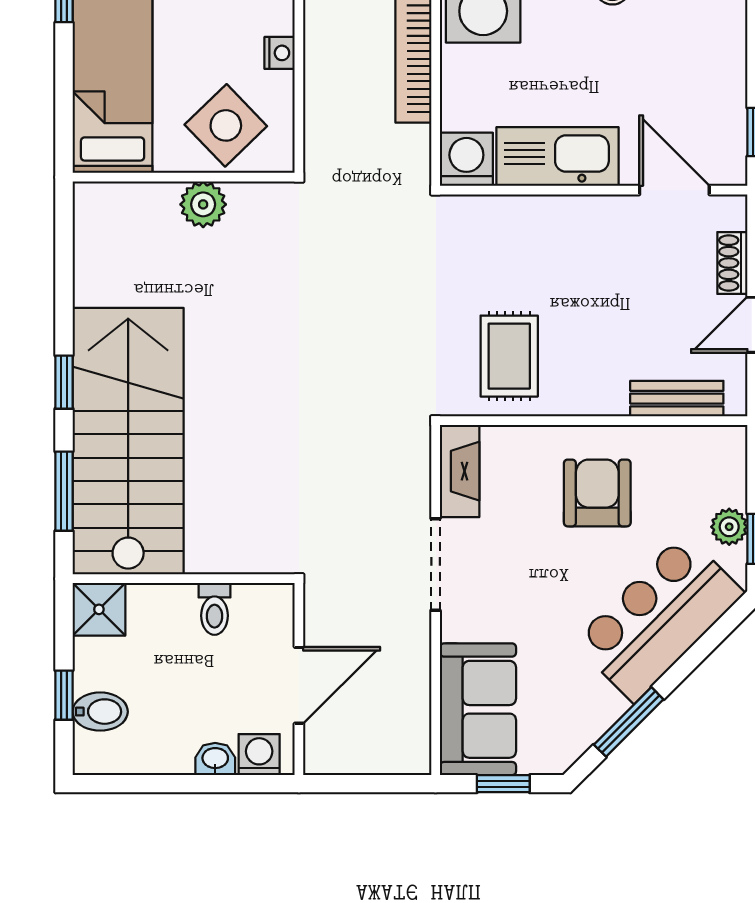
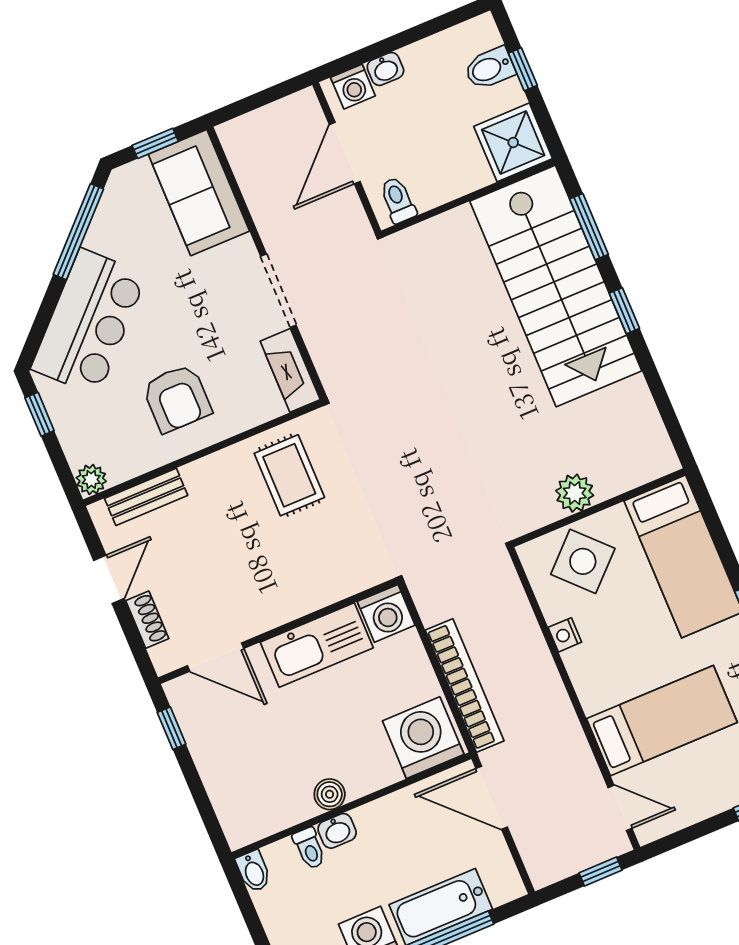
plant: (729, 527) -> (91, 479), moved
shower: (99, 609) -> (513, 142), width x1.36, depth x1.36
toilet: (215, 609) -> (398, 200), moved
window: (629, 722) -> (78, 232), width x1.44

